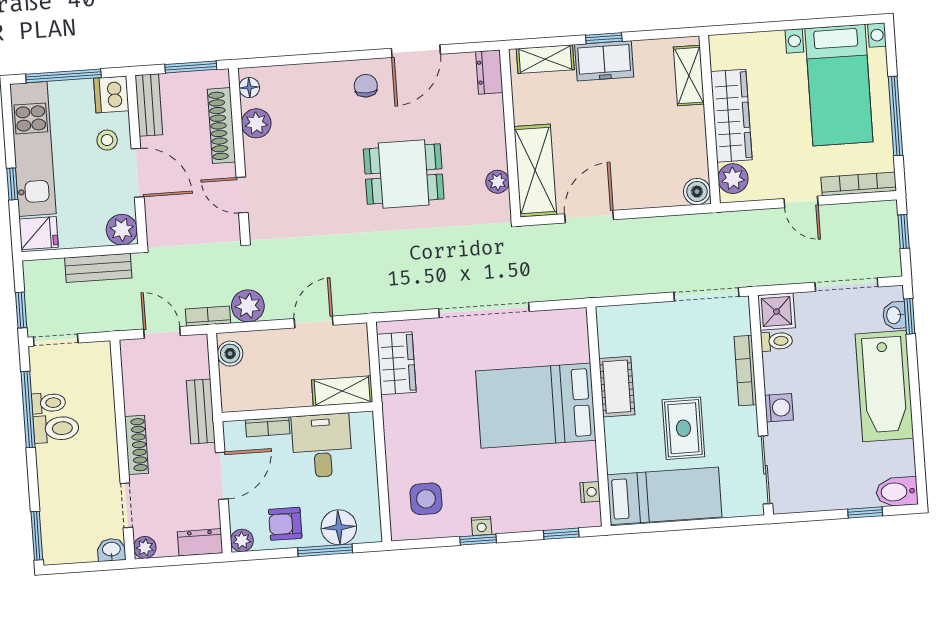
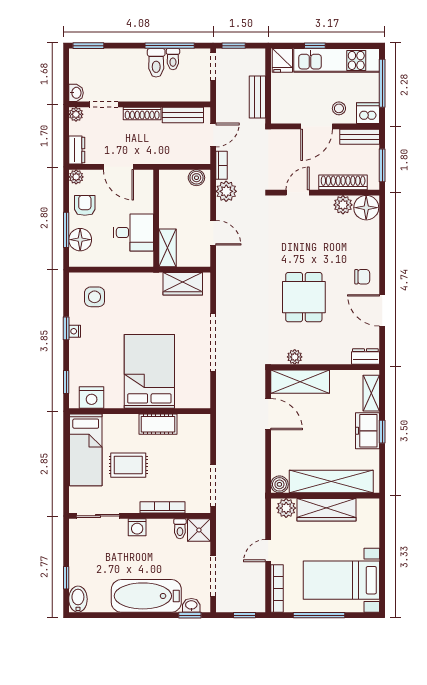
shelving: (689, 76) -> (331, 482), width x2.20, depth x1.33
floor lamp: (249, 88) -> (366, 208), width x1.89, depth x1.89
plant: (122, 230) -> (281, 114), removed
bench: (201, 411) -> (183, 115), moved
bookcase: (268, 427) -> (148, 199), removed
nightstand: (590, 492) -> (92, 398), width x1.89, depth x1.79

